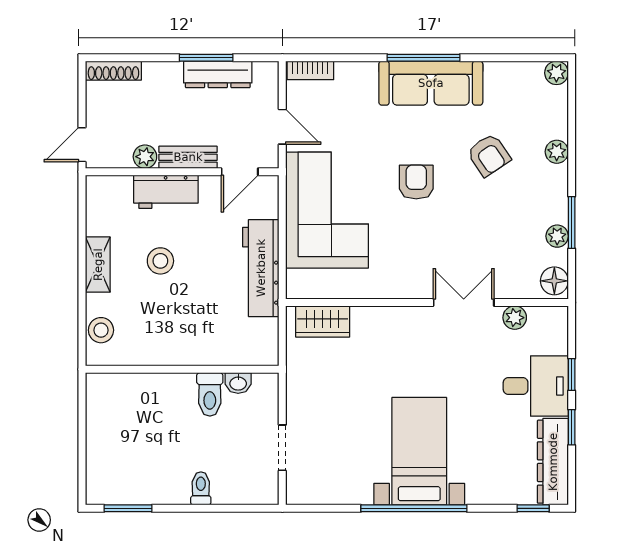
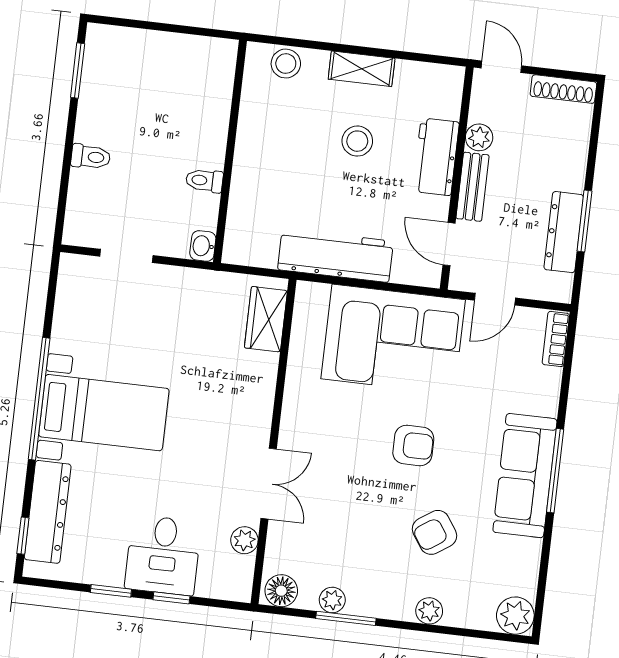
shoe rack: (113, 71) -> (563, 89), moved, turned -90
plant: (556, 73) -> (515, 616), width x1.38, depth x1.38
washbasin: (238, 383) -> (203, 246), moved
toilet: (210, 394) -> (204, 181), width x0.73, depth x0.72
dresser: (553, 462) -> (48, 512), moved, turned 90

